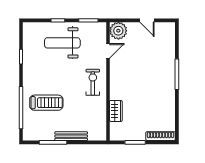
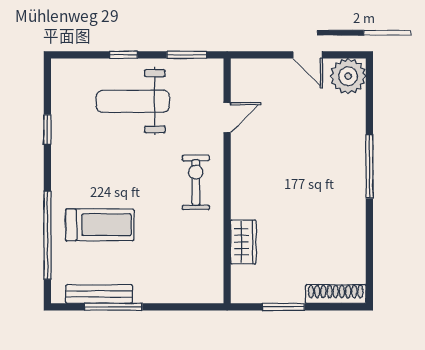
plant: (118, 31) -> (348, 76), moved
bench: (71, 136) -> (99, 294), moved

